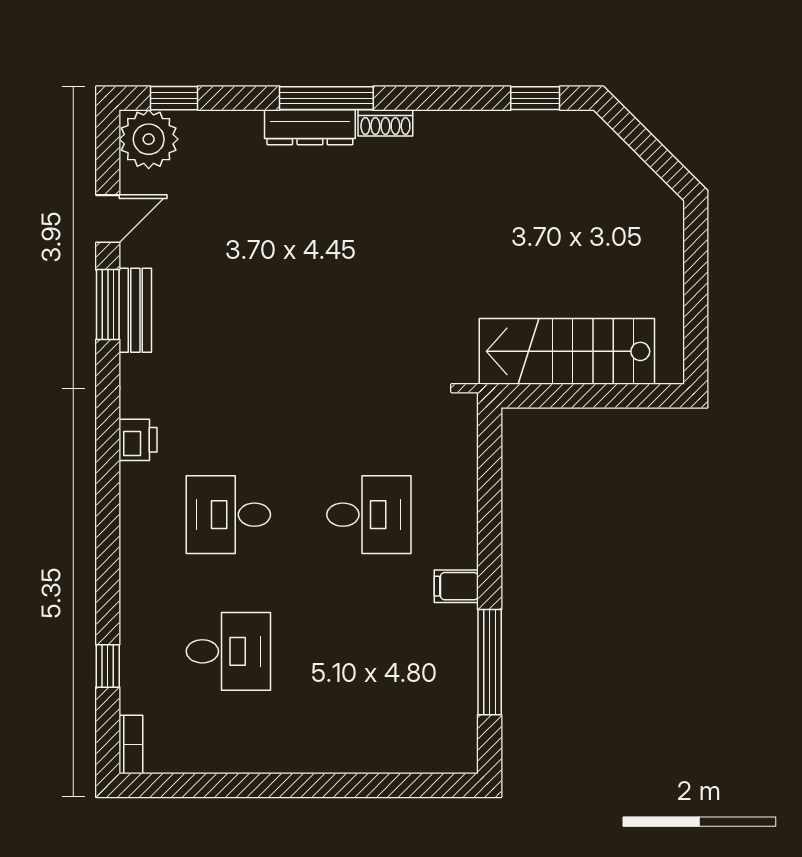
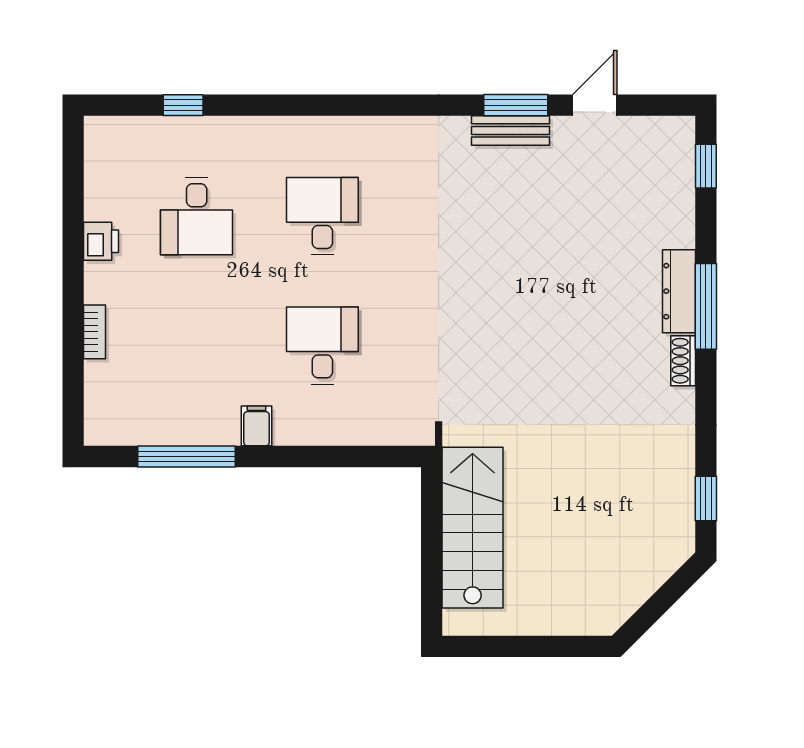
plant: (149, 139) -> (668, 143), removed
door: (108, 219) -> (595, 105), swing flipped
printer: (138, 440) -> (101, 241), moved, turned -90
desk: (369, 515) -> (322, 345), turned 180
bookcase: (131, 745) -> (95, 332), moved, turned -90

